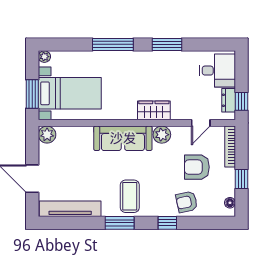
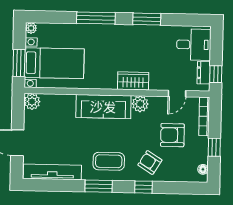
coffee table: (130, 196) -> (109, 161), turned 90
armchair: (187, 202) -> (150, 162), moved, turned 44

